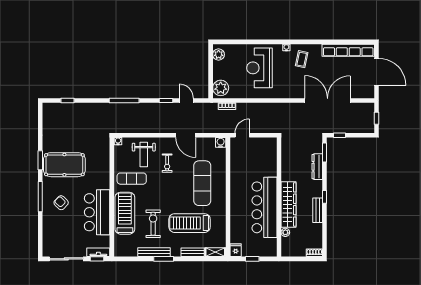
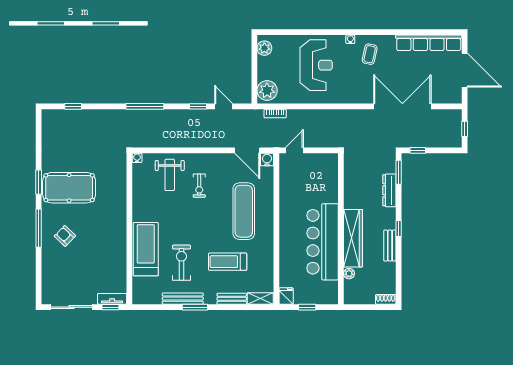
reception desk: (259, 68) -> (316, 65), turned 180
door: (186, 135) -> (247, 150), moved
exercise mat: (132, 179) -> (154, 205), removed
bar counter: (97, 212) -> (111, 248), removed
treadmill: (190, 223) -> (228, 262), width x0.73, depth x0.73

